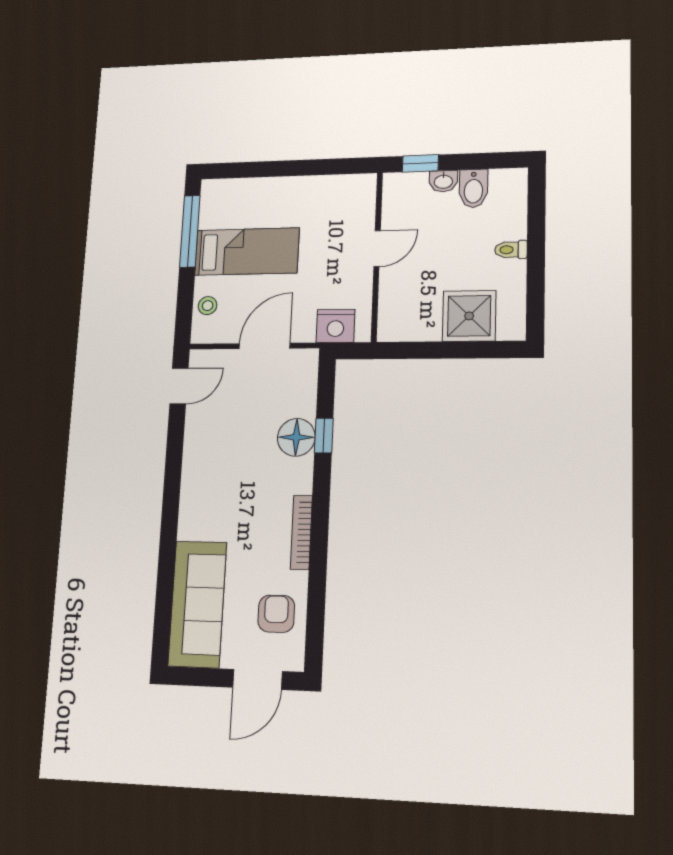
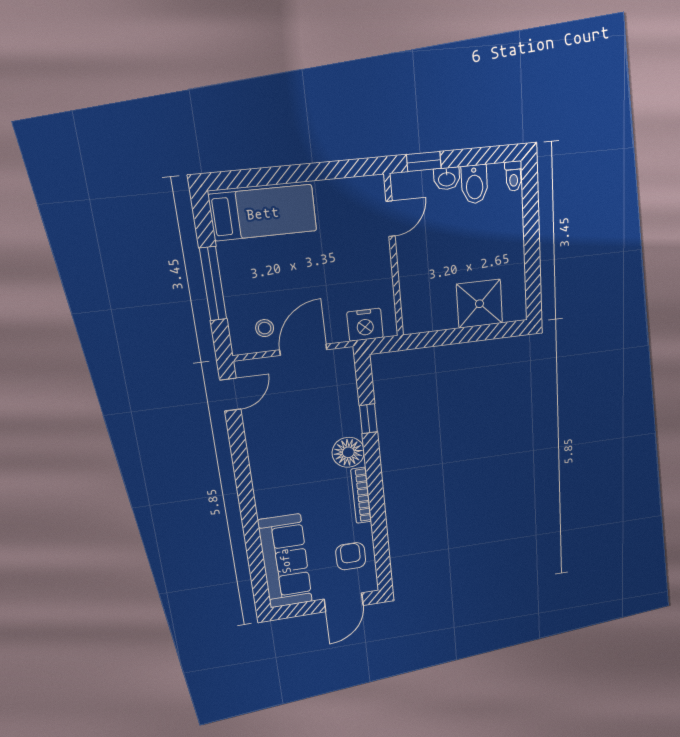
window: (190, 231) -> (213, 284), moved
door: (377, 249) -> (391, 219), moved
toilet: (511, 250) -> (514, 176), moved, turned -90
bed: (247, 252) -> (263, 213), moved
stool: (208, 306) -> (265, 328), moved
floor lamp: (296, 437) -> (348, 452), moved

